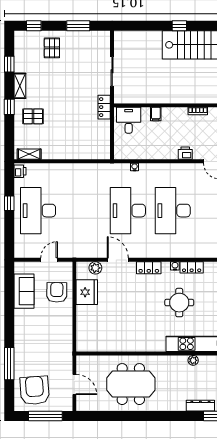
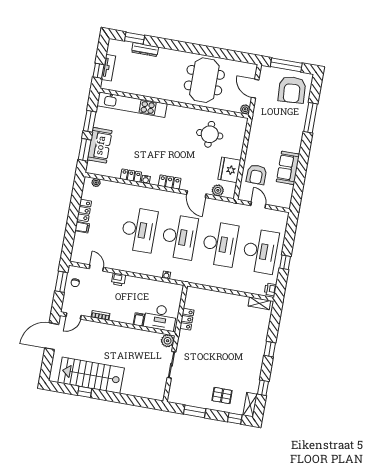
window: (179, 26) -> (85, 392), moved
pallet: (52, 48) -> (222, 396), turned 90
shelving: (20, 86) -> (250, 405), moved
plant: (121, 97) -> (168, 341), added
locker: (104, 107) -> (187, 319), moved
pallet: (33, 116) -> (250, 337), removed
desk: (129, 120) -> (160, 317), width x1.37
desk: (83, 211) -> (220, 244), added
door: (49, 260) -> (258, 205), swing flipped
sofa: (24, 291) -> (288, 168), moved
round table: (179, 303) -> (210, 134), moved
plant: (193, 360) -> (245, 109), moved
meeting table: (131, 384) -> (204, 80), turned 90

